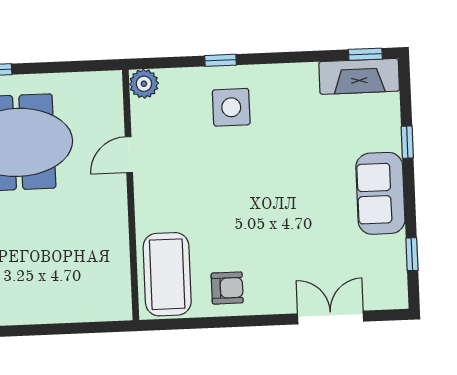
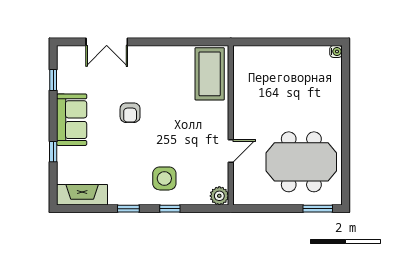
window: (365, 54) -> (128, 209), moved
armchair: (227, 288) -> (130, 113), moved, turned -90

